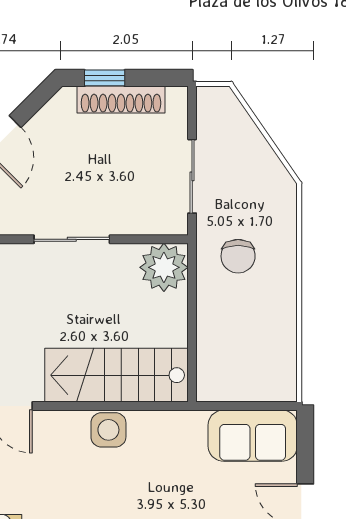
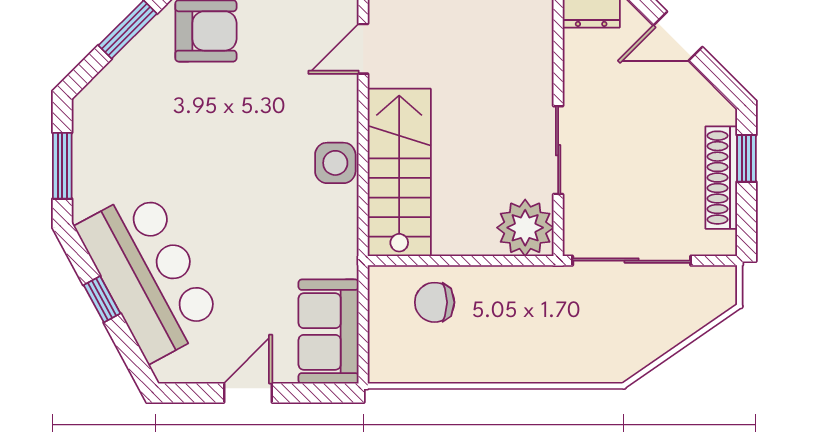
sliding door: (192, 176) -> (632, 261), width x1.37
sliding door: (72, 239) -> (558, 150), moved
chair: (238, 256) -> (435, 302), moved

